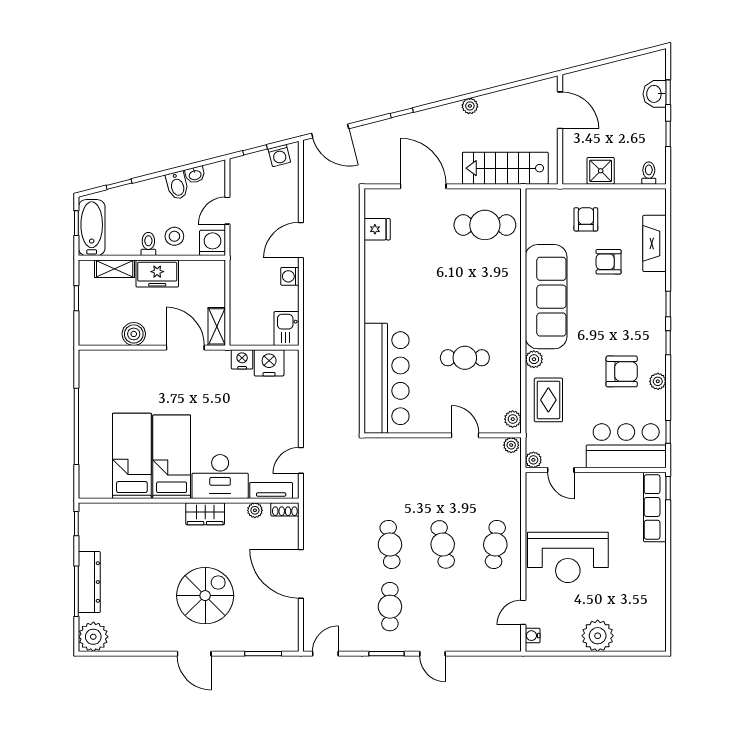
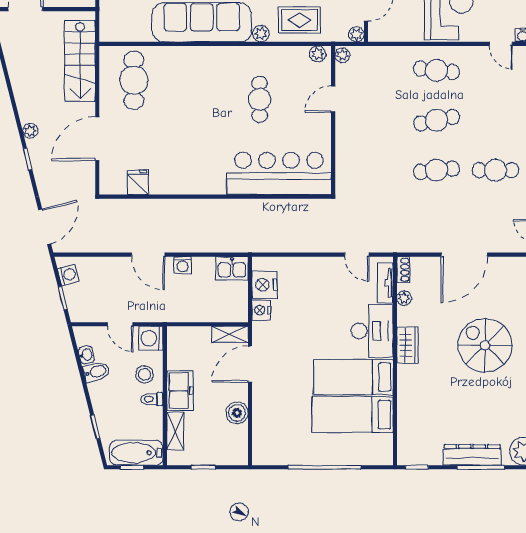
plant: (470, 106) -> (30, 131), moved

